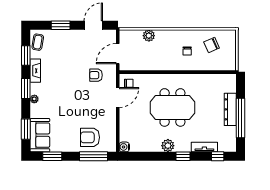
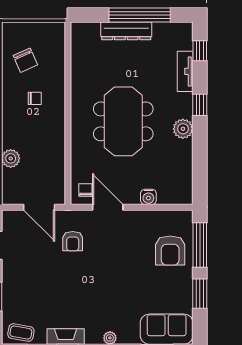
water cooler: (124, 147) -> (148, 197), moved
window: (52, 156) -> (200, 294), moved

